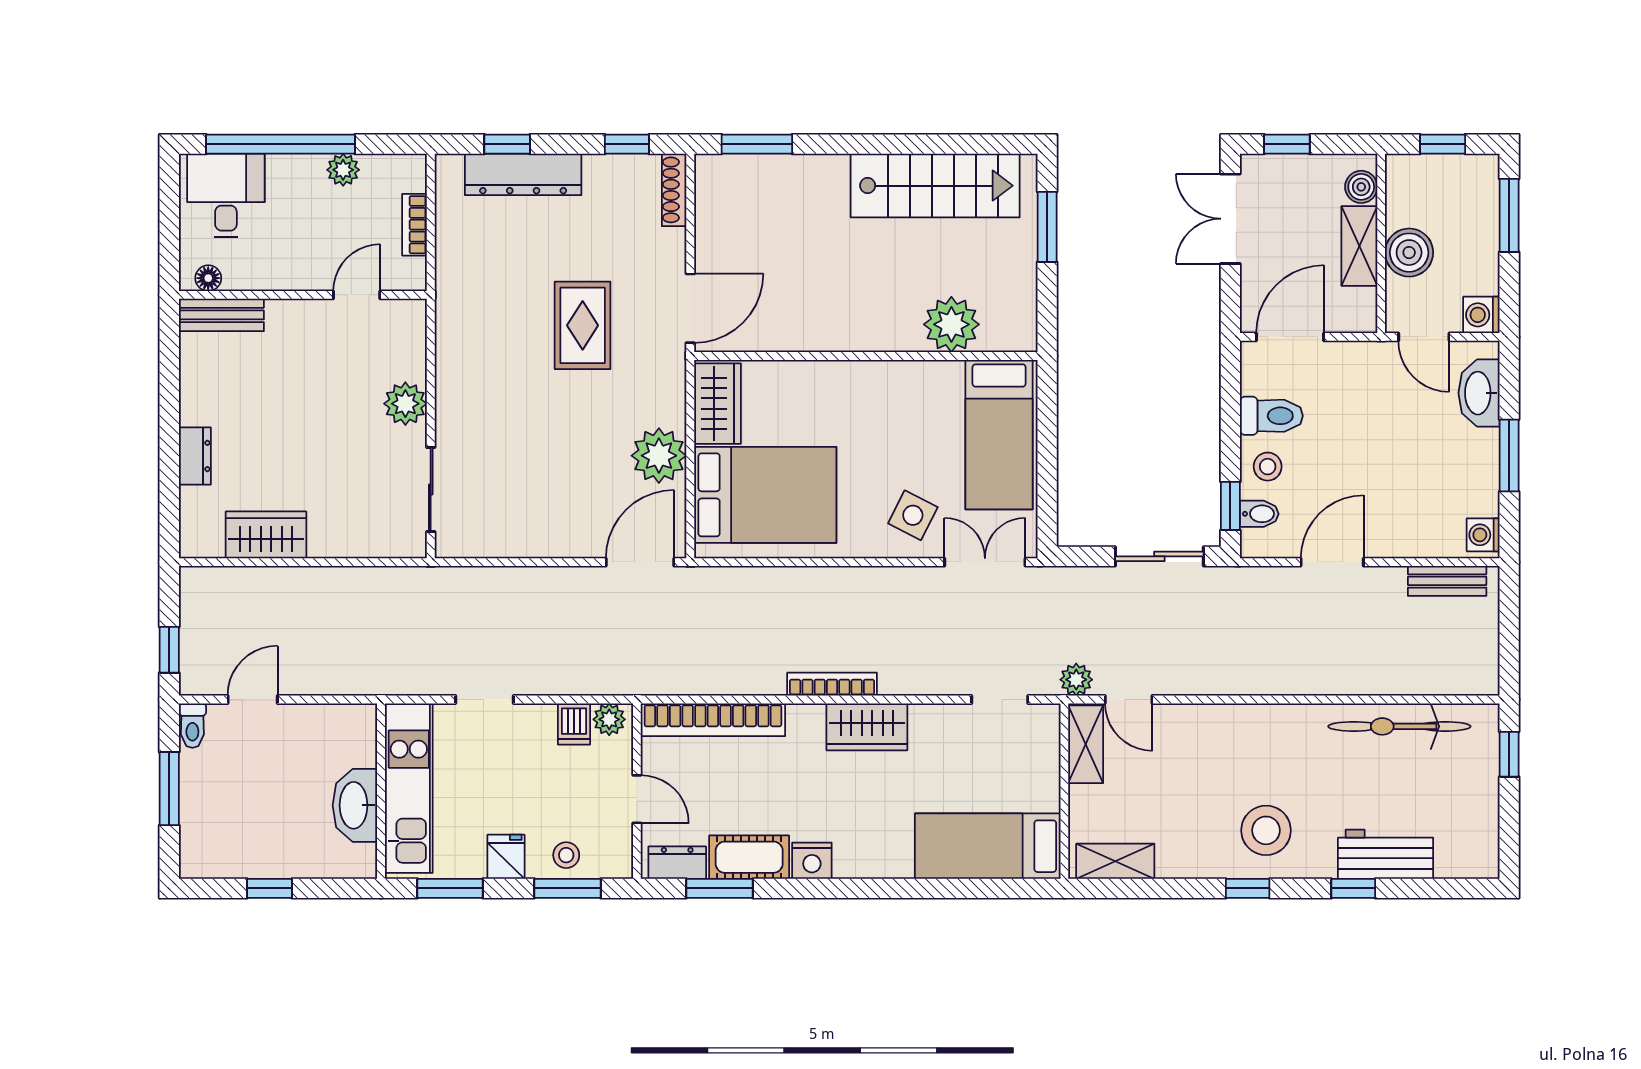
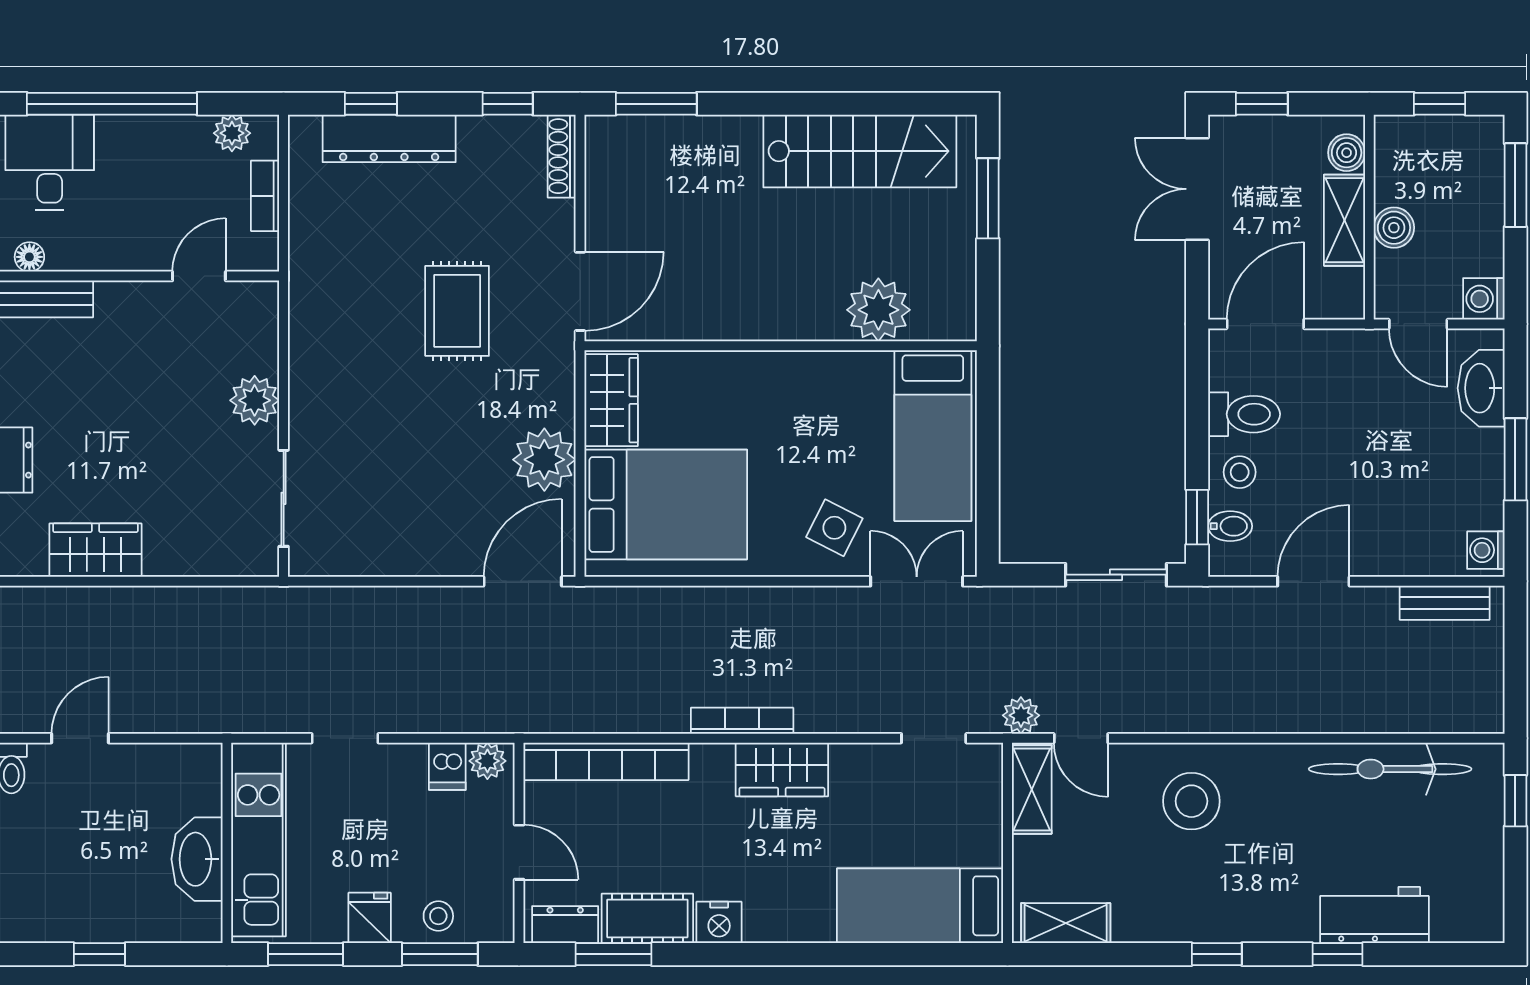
plant: (343, 170) -> (232, 133), moved
boiler: (1409, 253) -> (1394, 228), width x0.73, depth x0.73
stool: (1266, 830) -> (1191, 801), moved

